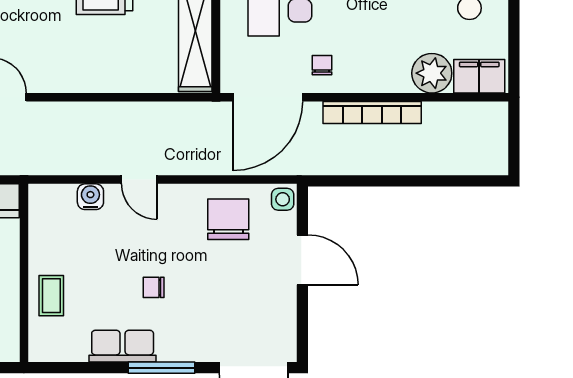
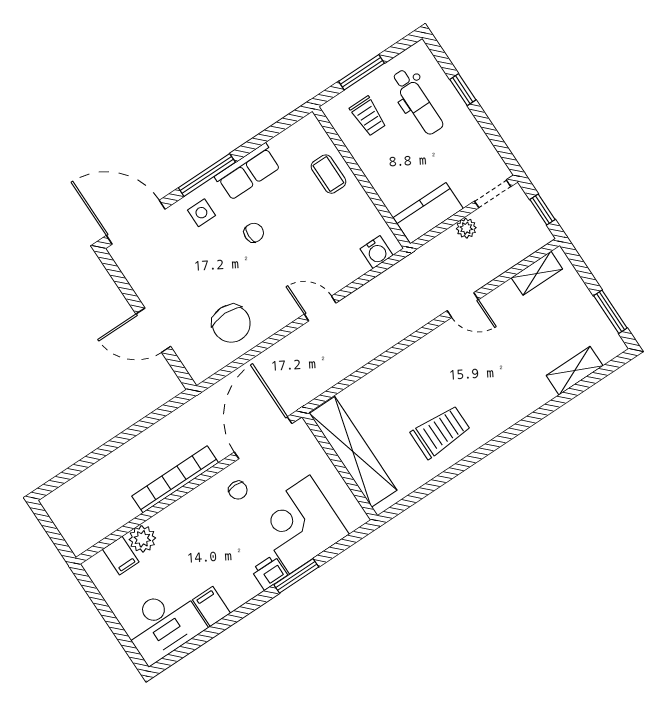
plant: (432, 73) -> (142, 539), width x0.73, depth x0.73
filing cabinet: (479, 76) -> (121, 556), width x0.50
water cooler: (90, 197) -> (377, 252), moved
side table: (283, 199) -> (201, 213), moved

